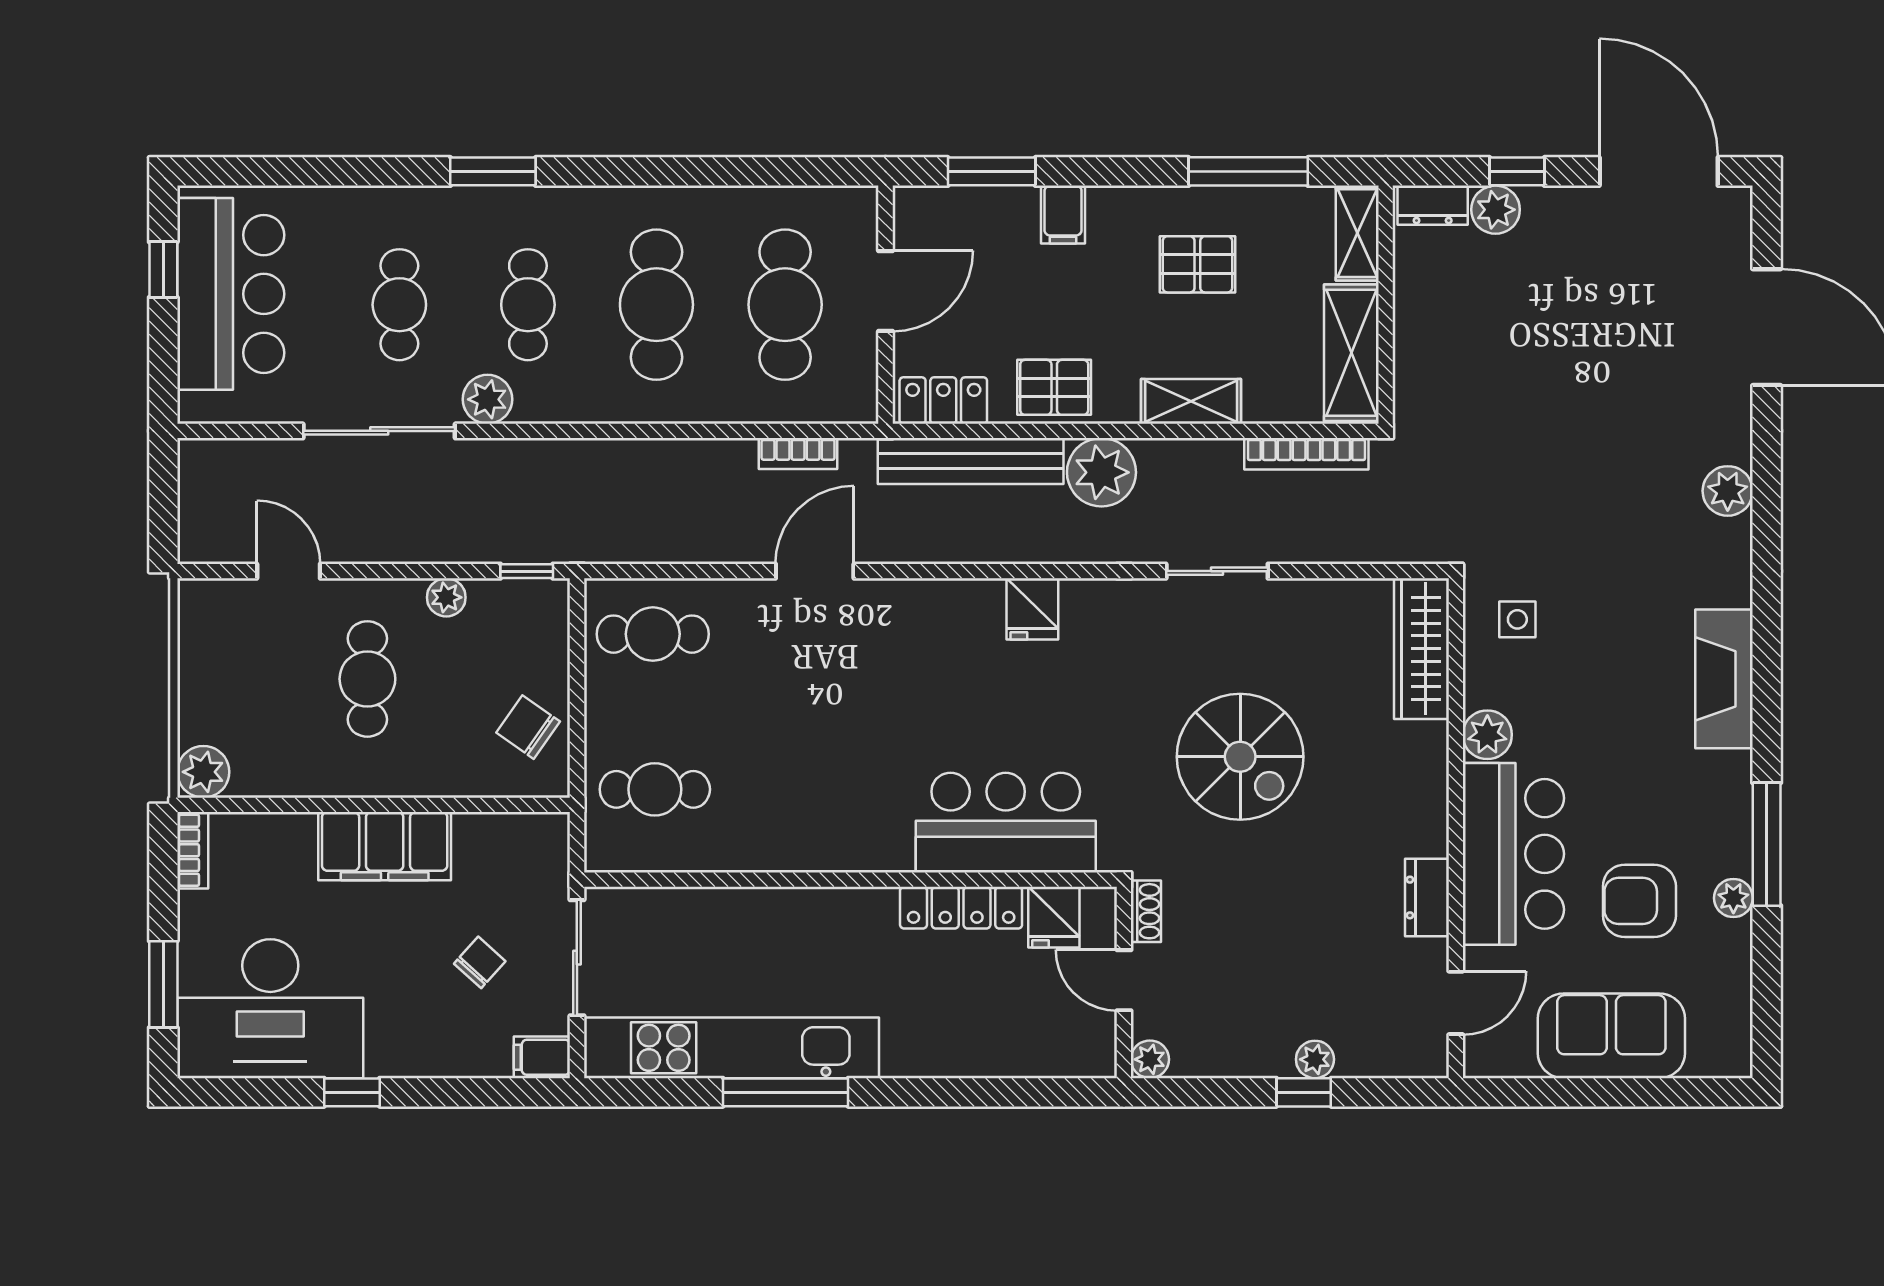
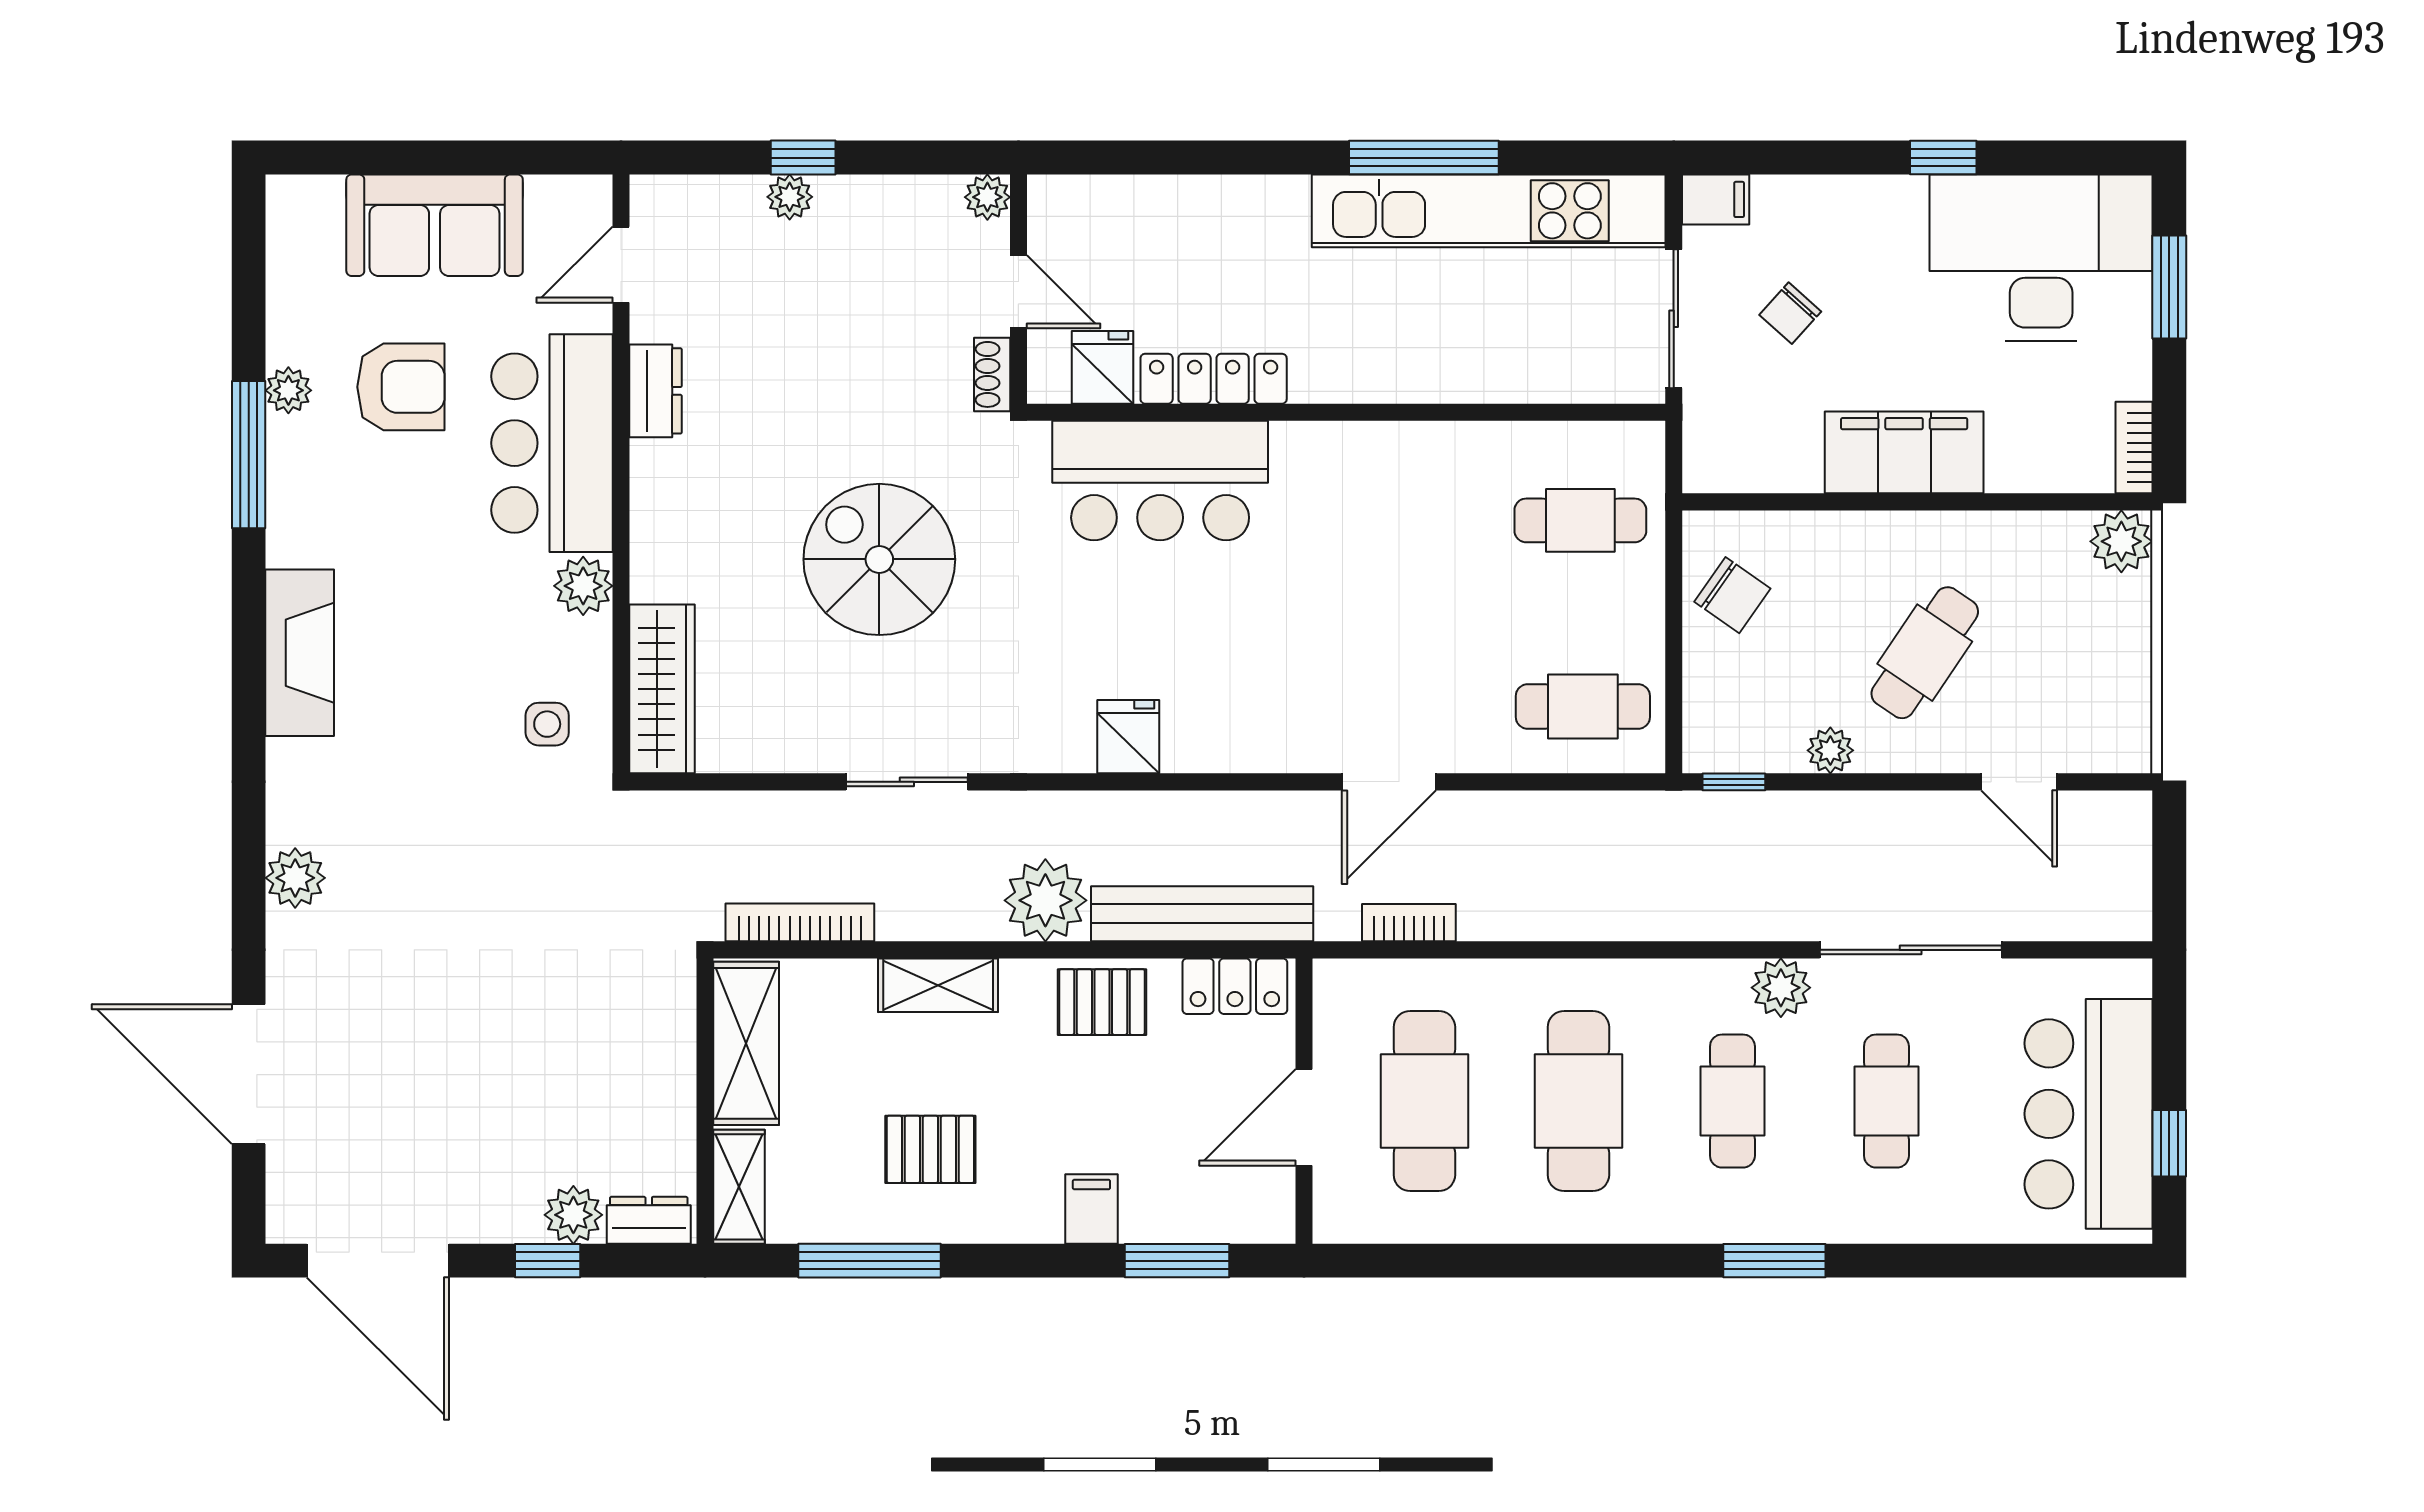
cafe table: (367, 679) -> (1925, 653), turned 34

